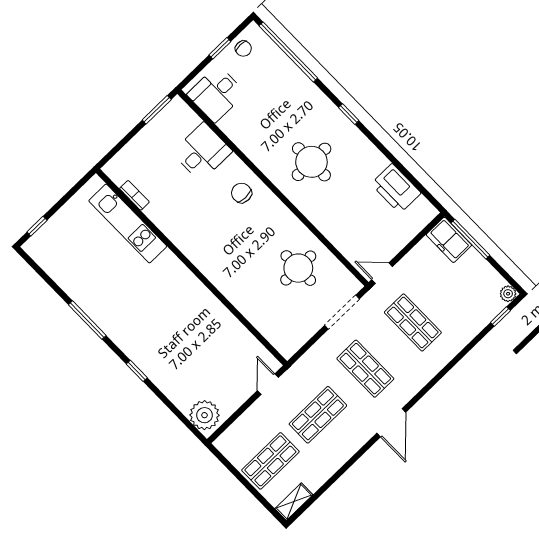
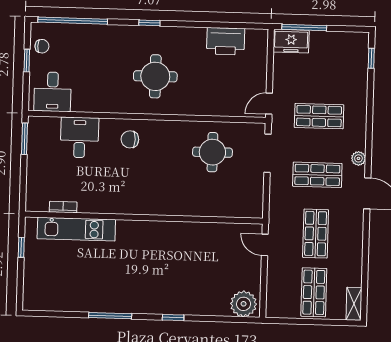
window: (37, 226) -> (21, 247), moved
plant: (508, 294) -> (358, 158), moved

